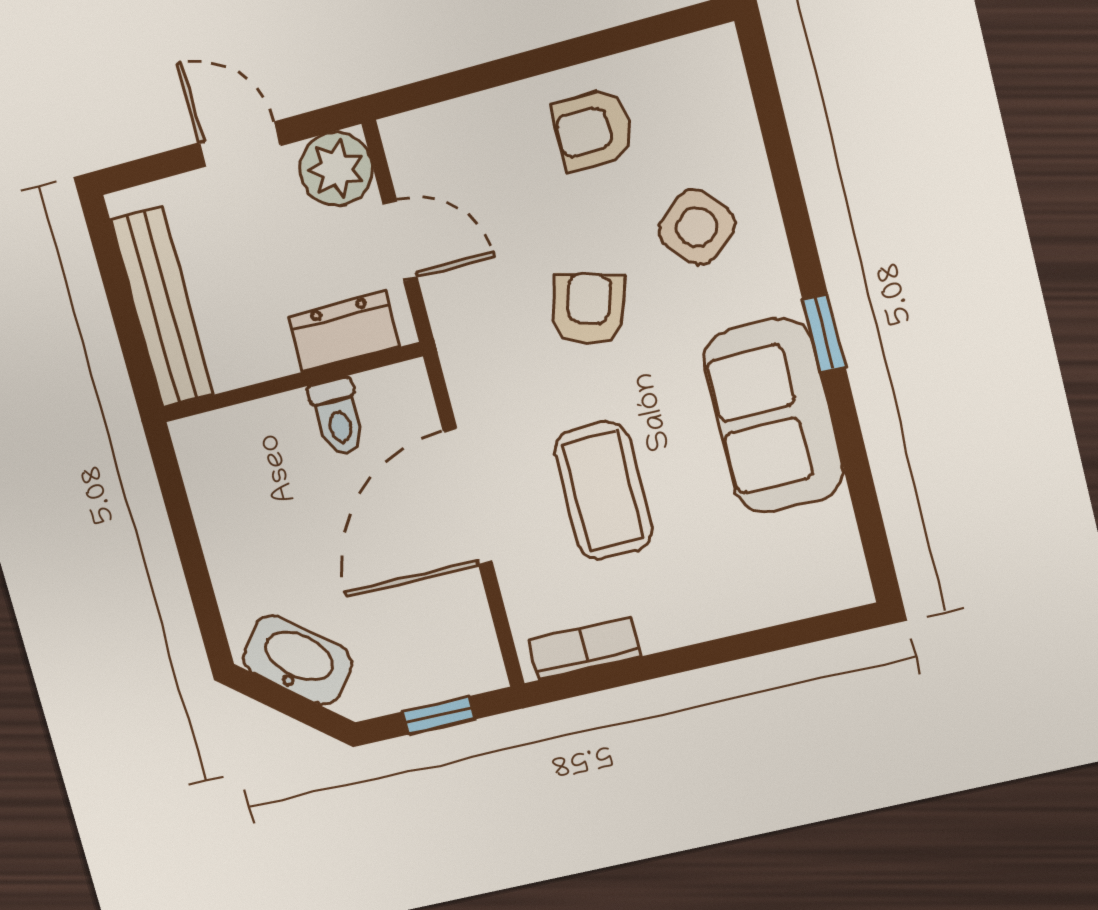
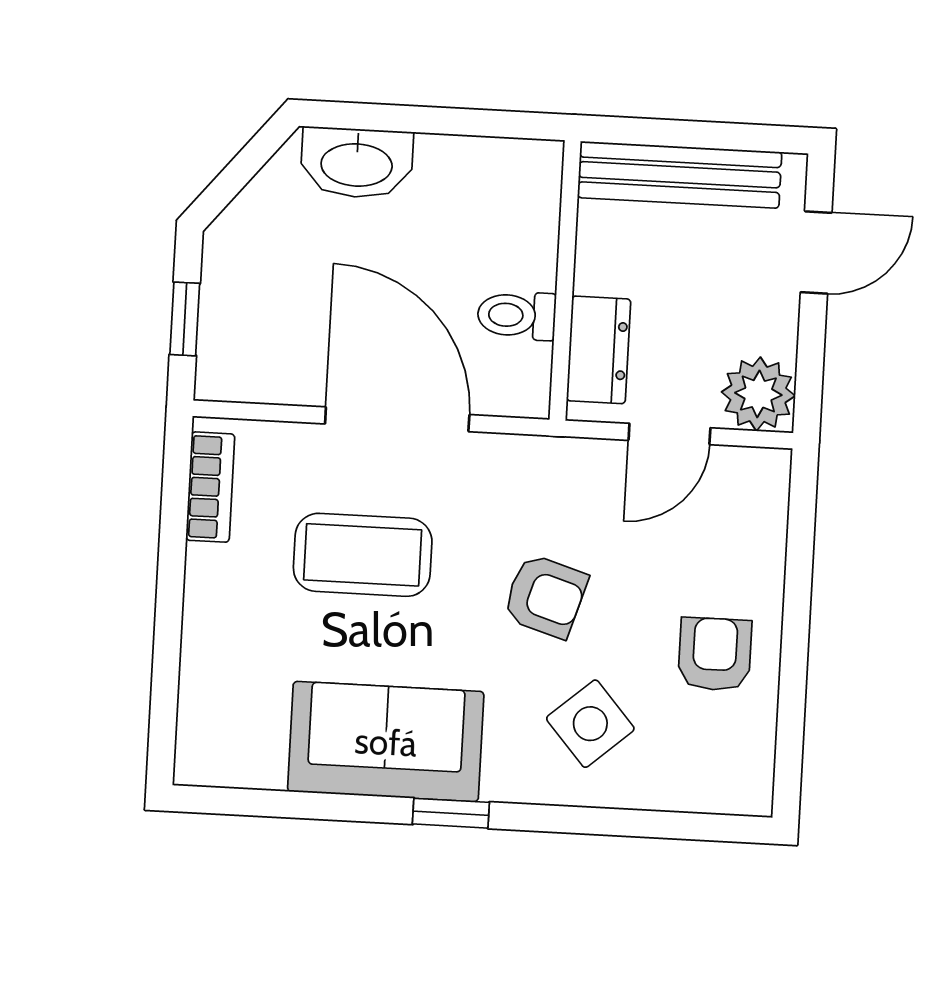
door: (240, 144) -> (816, 252), moved
washbasin: (297, 660) -> (357, 163), moved, turned 51

